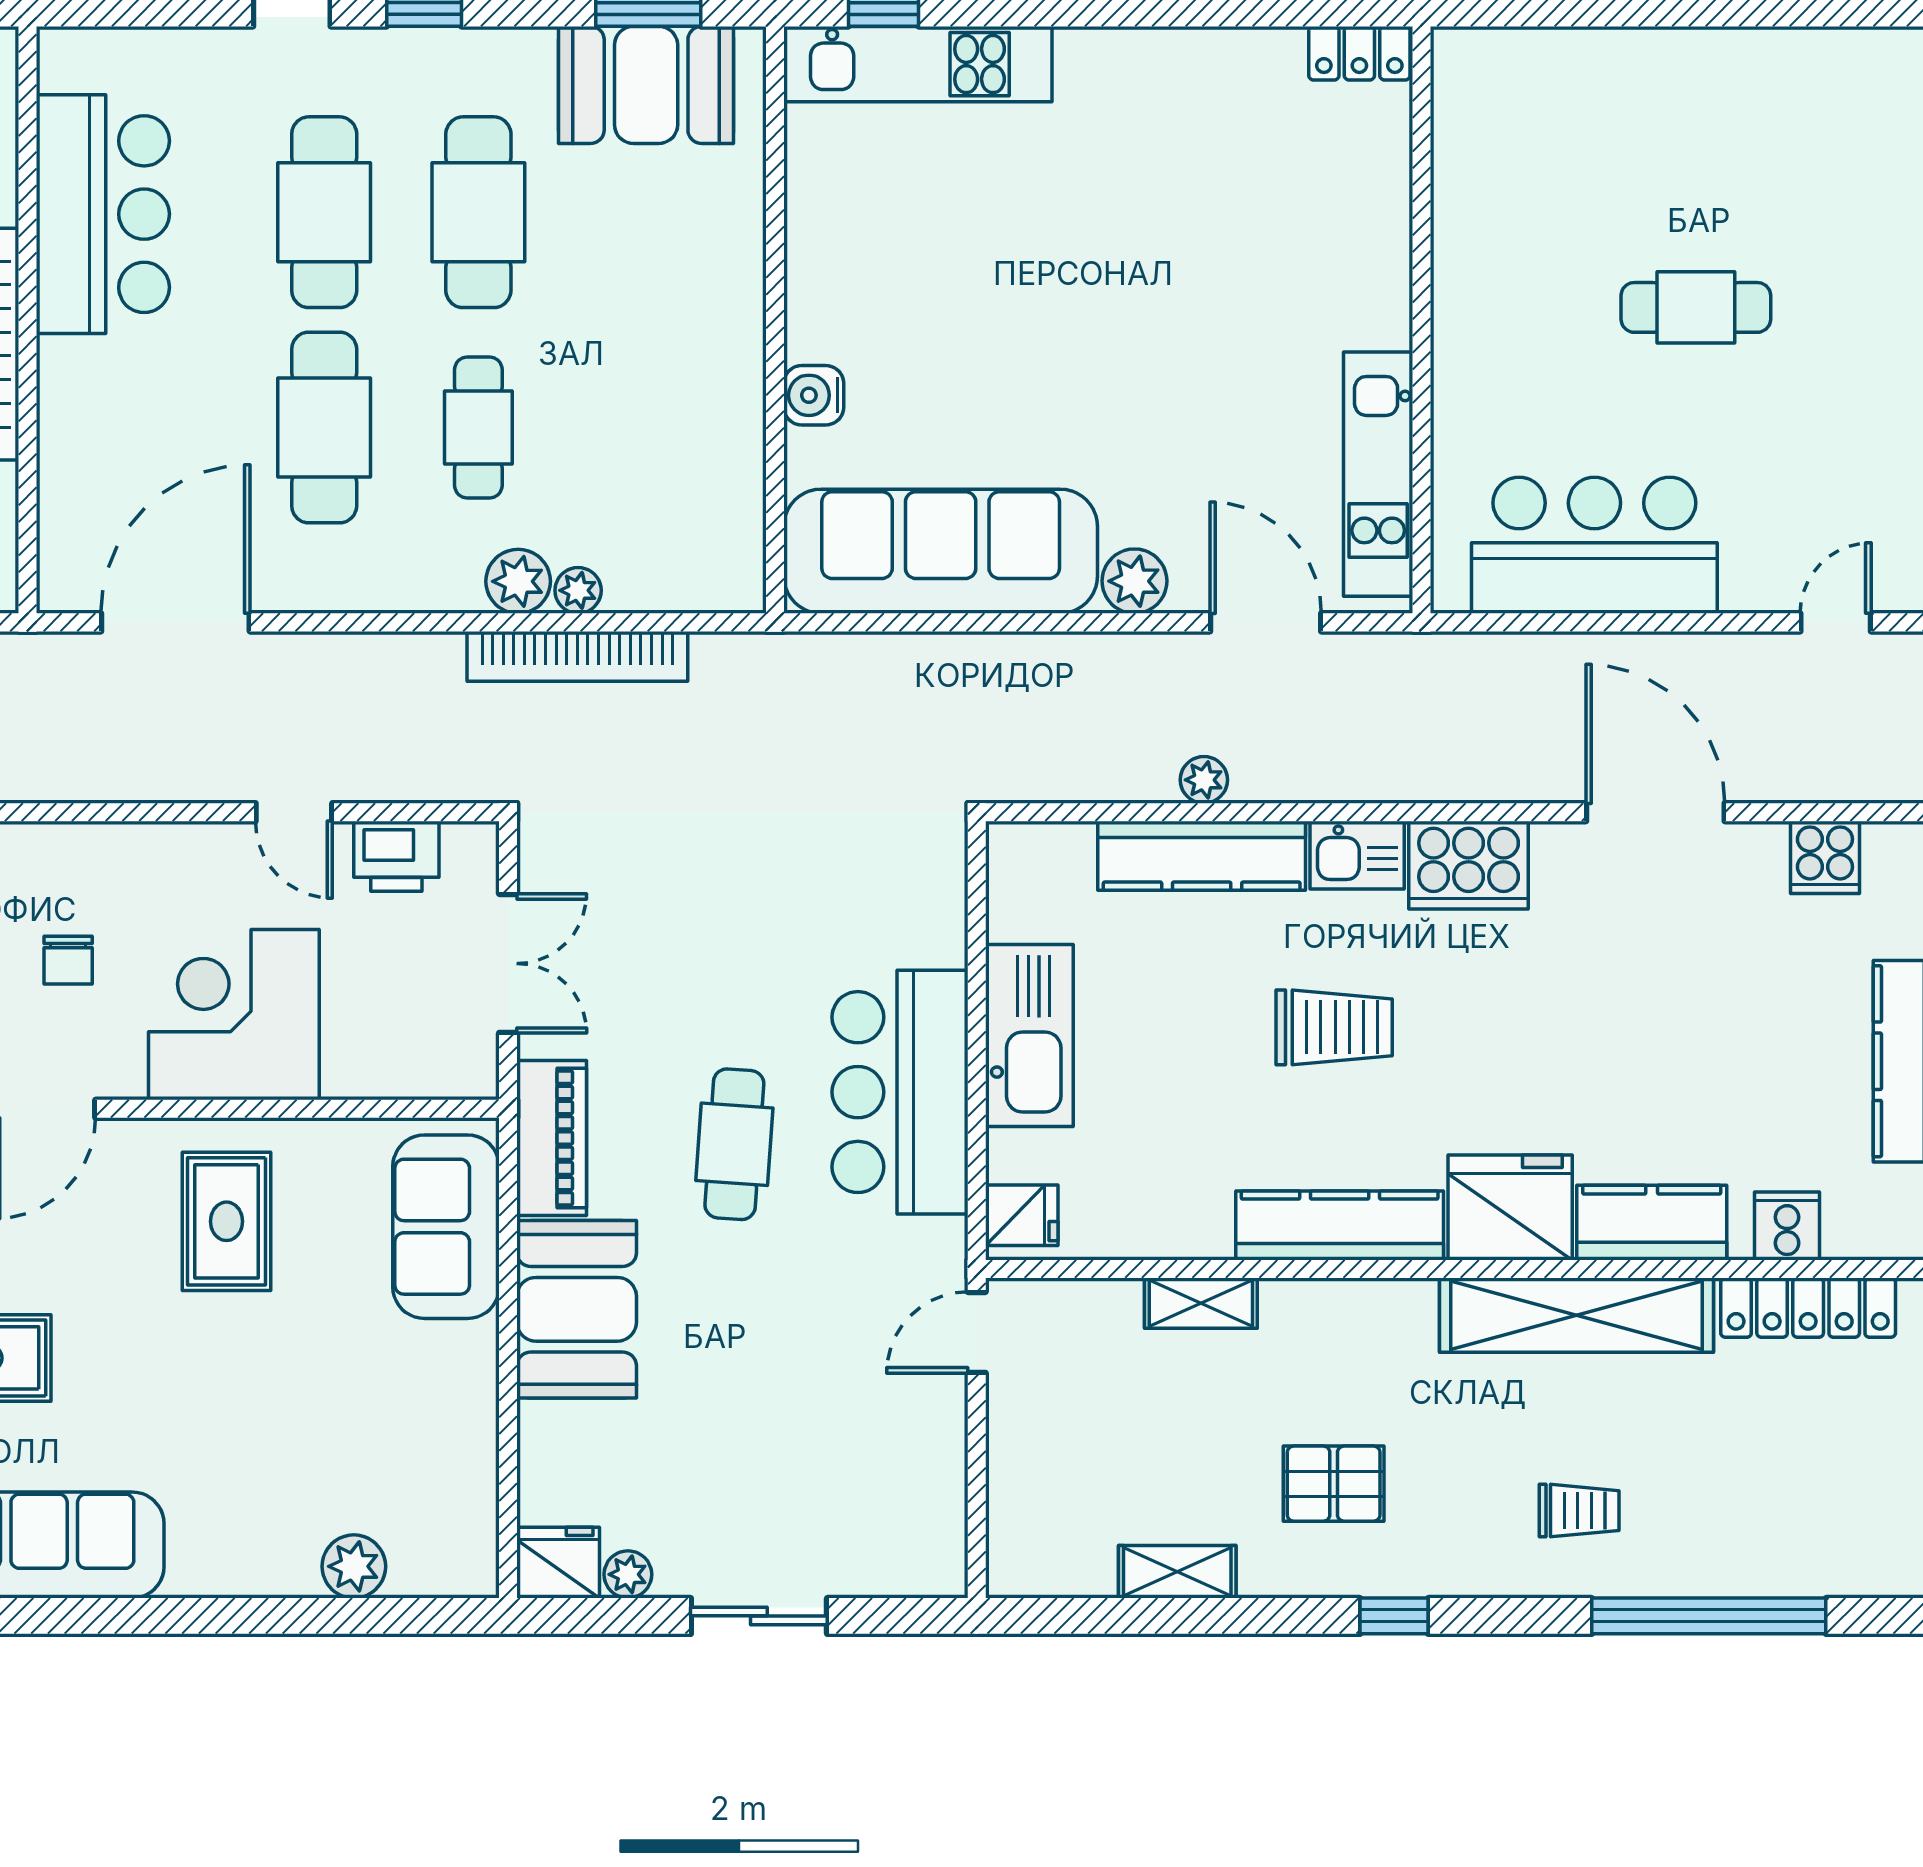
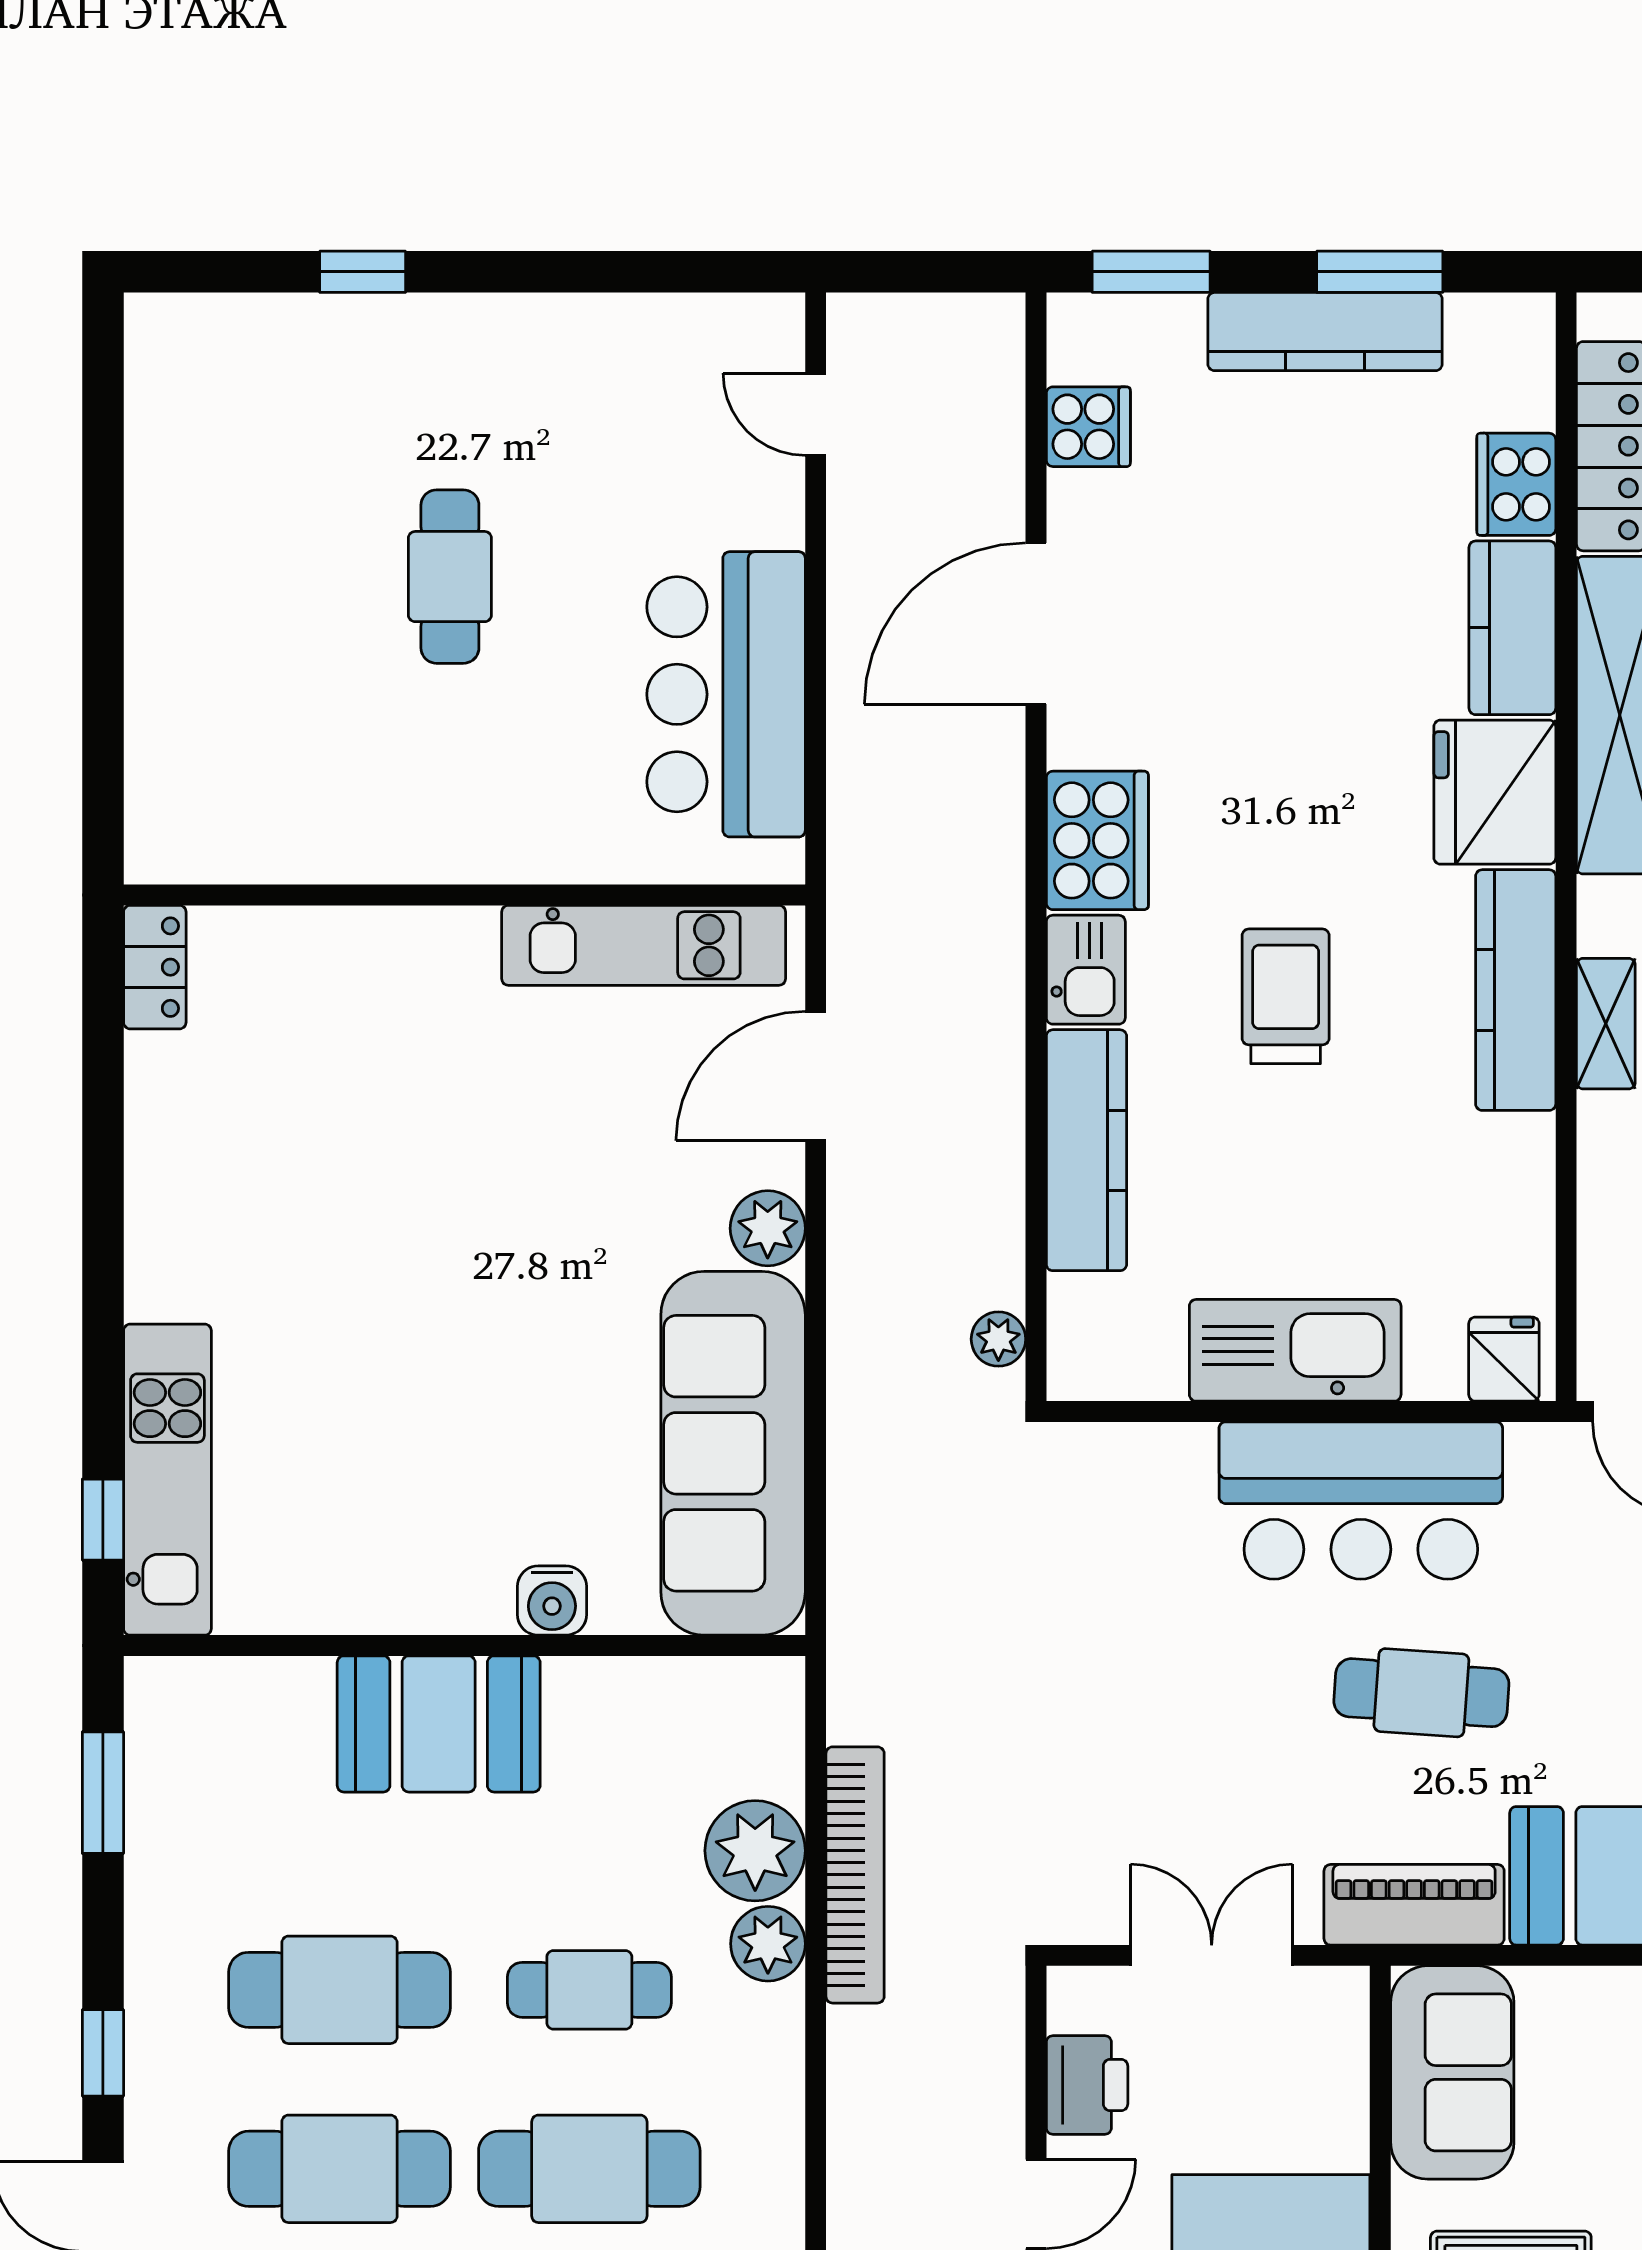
booth: (646, 85) -> (439, 1724), moved, turned 90
plant: (578, 590) -> (755, 1851), width x1.88, depth x1.88
plant: (1204, 780) -> (998, 1339), moved
cooker: (1787, 1226) -> (1516, 484), width x1.36
sofa: (446, 1227) -> (1452, 2072), moved, turned -90
shelving: (1201, 1303) -> (1606, 1024), moved

